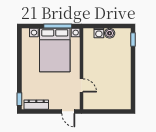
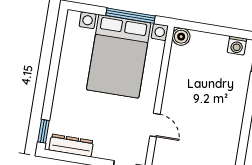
washing machine: (99, 33) -> (237, 46), moved
boiler: (110, 33) -> (181, 37), moved

